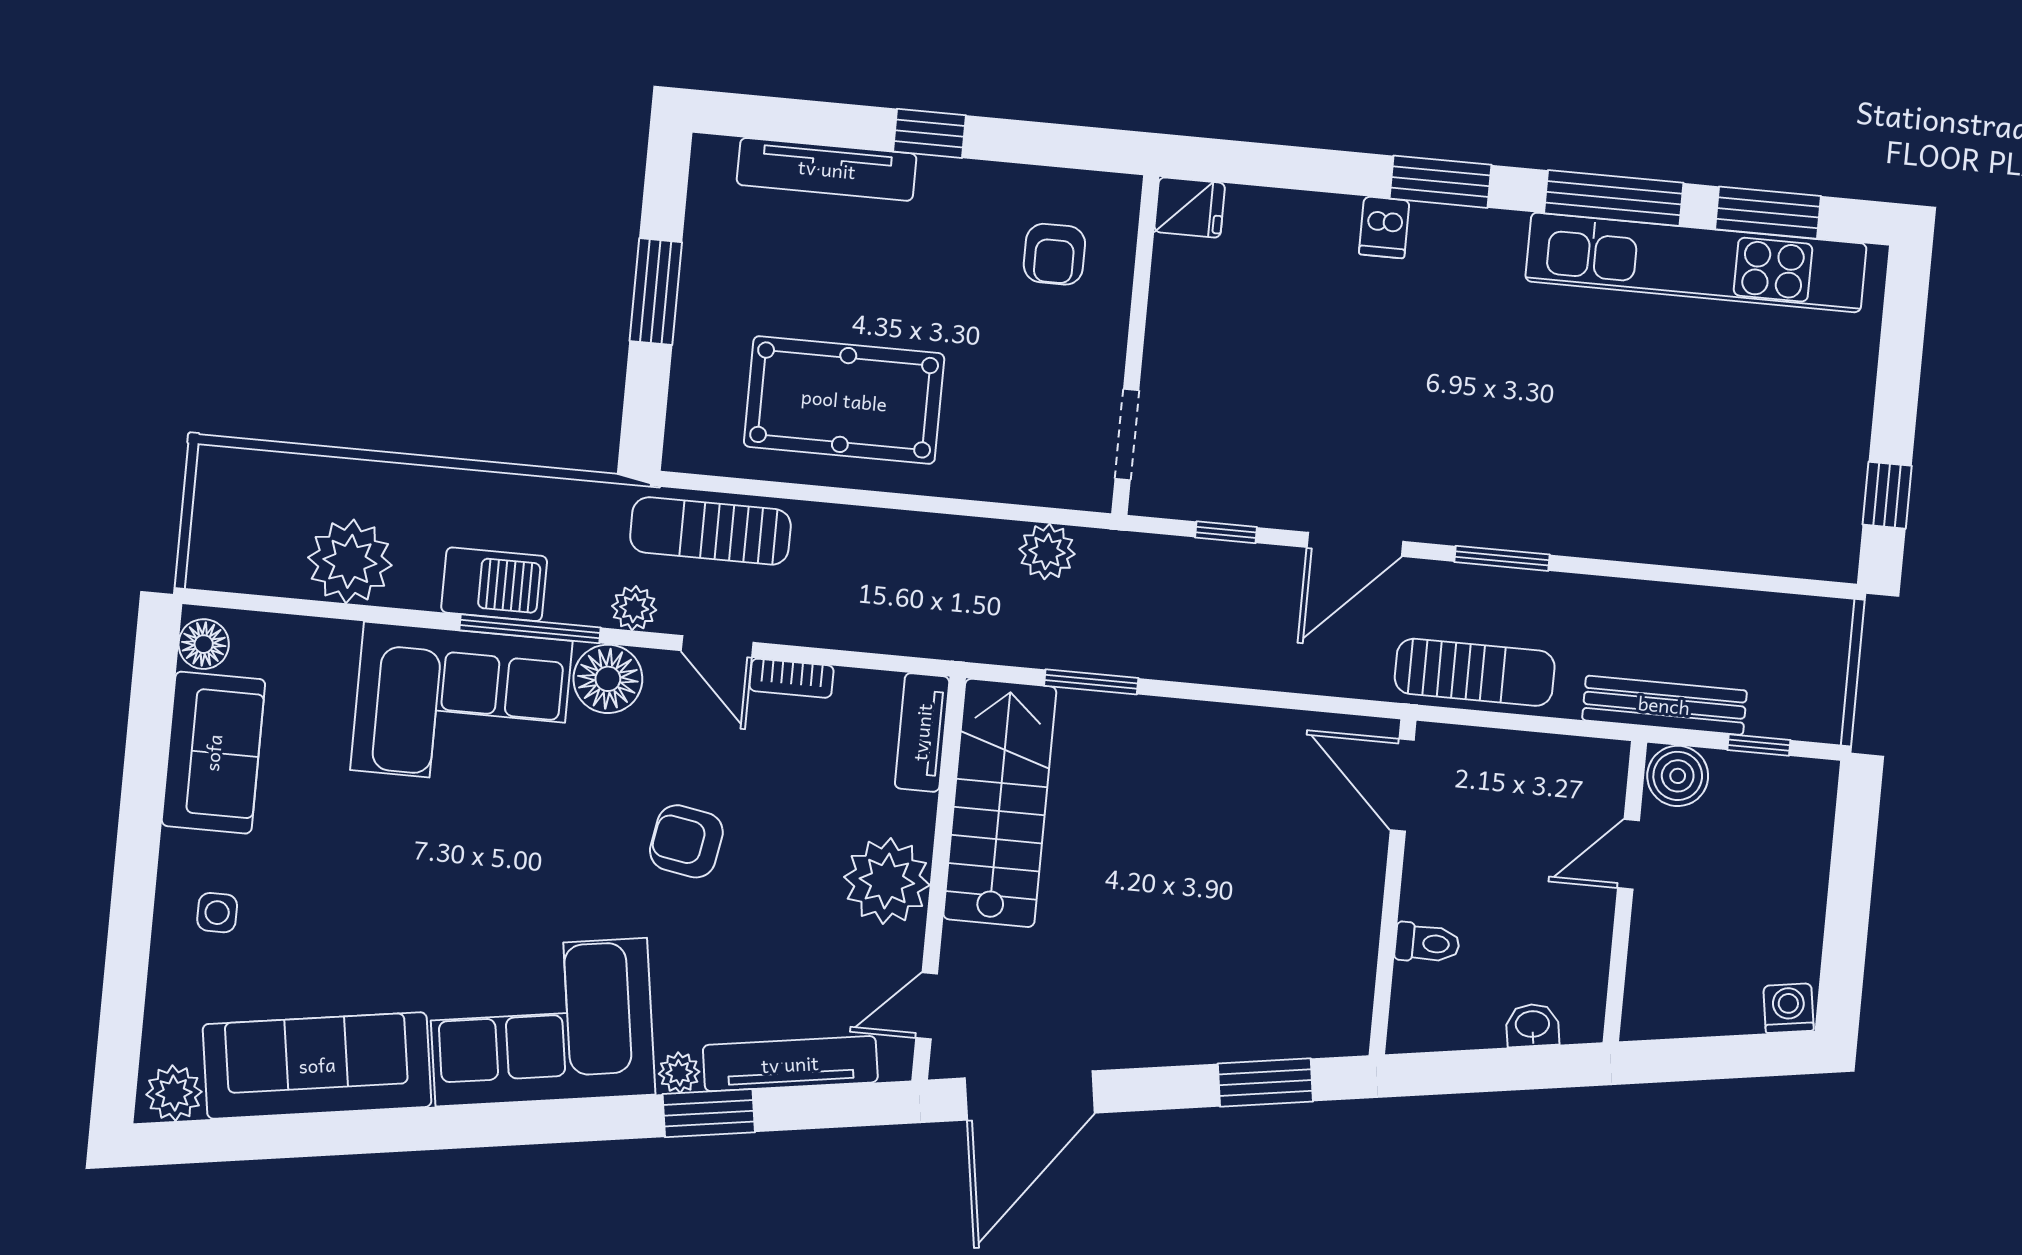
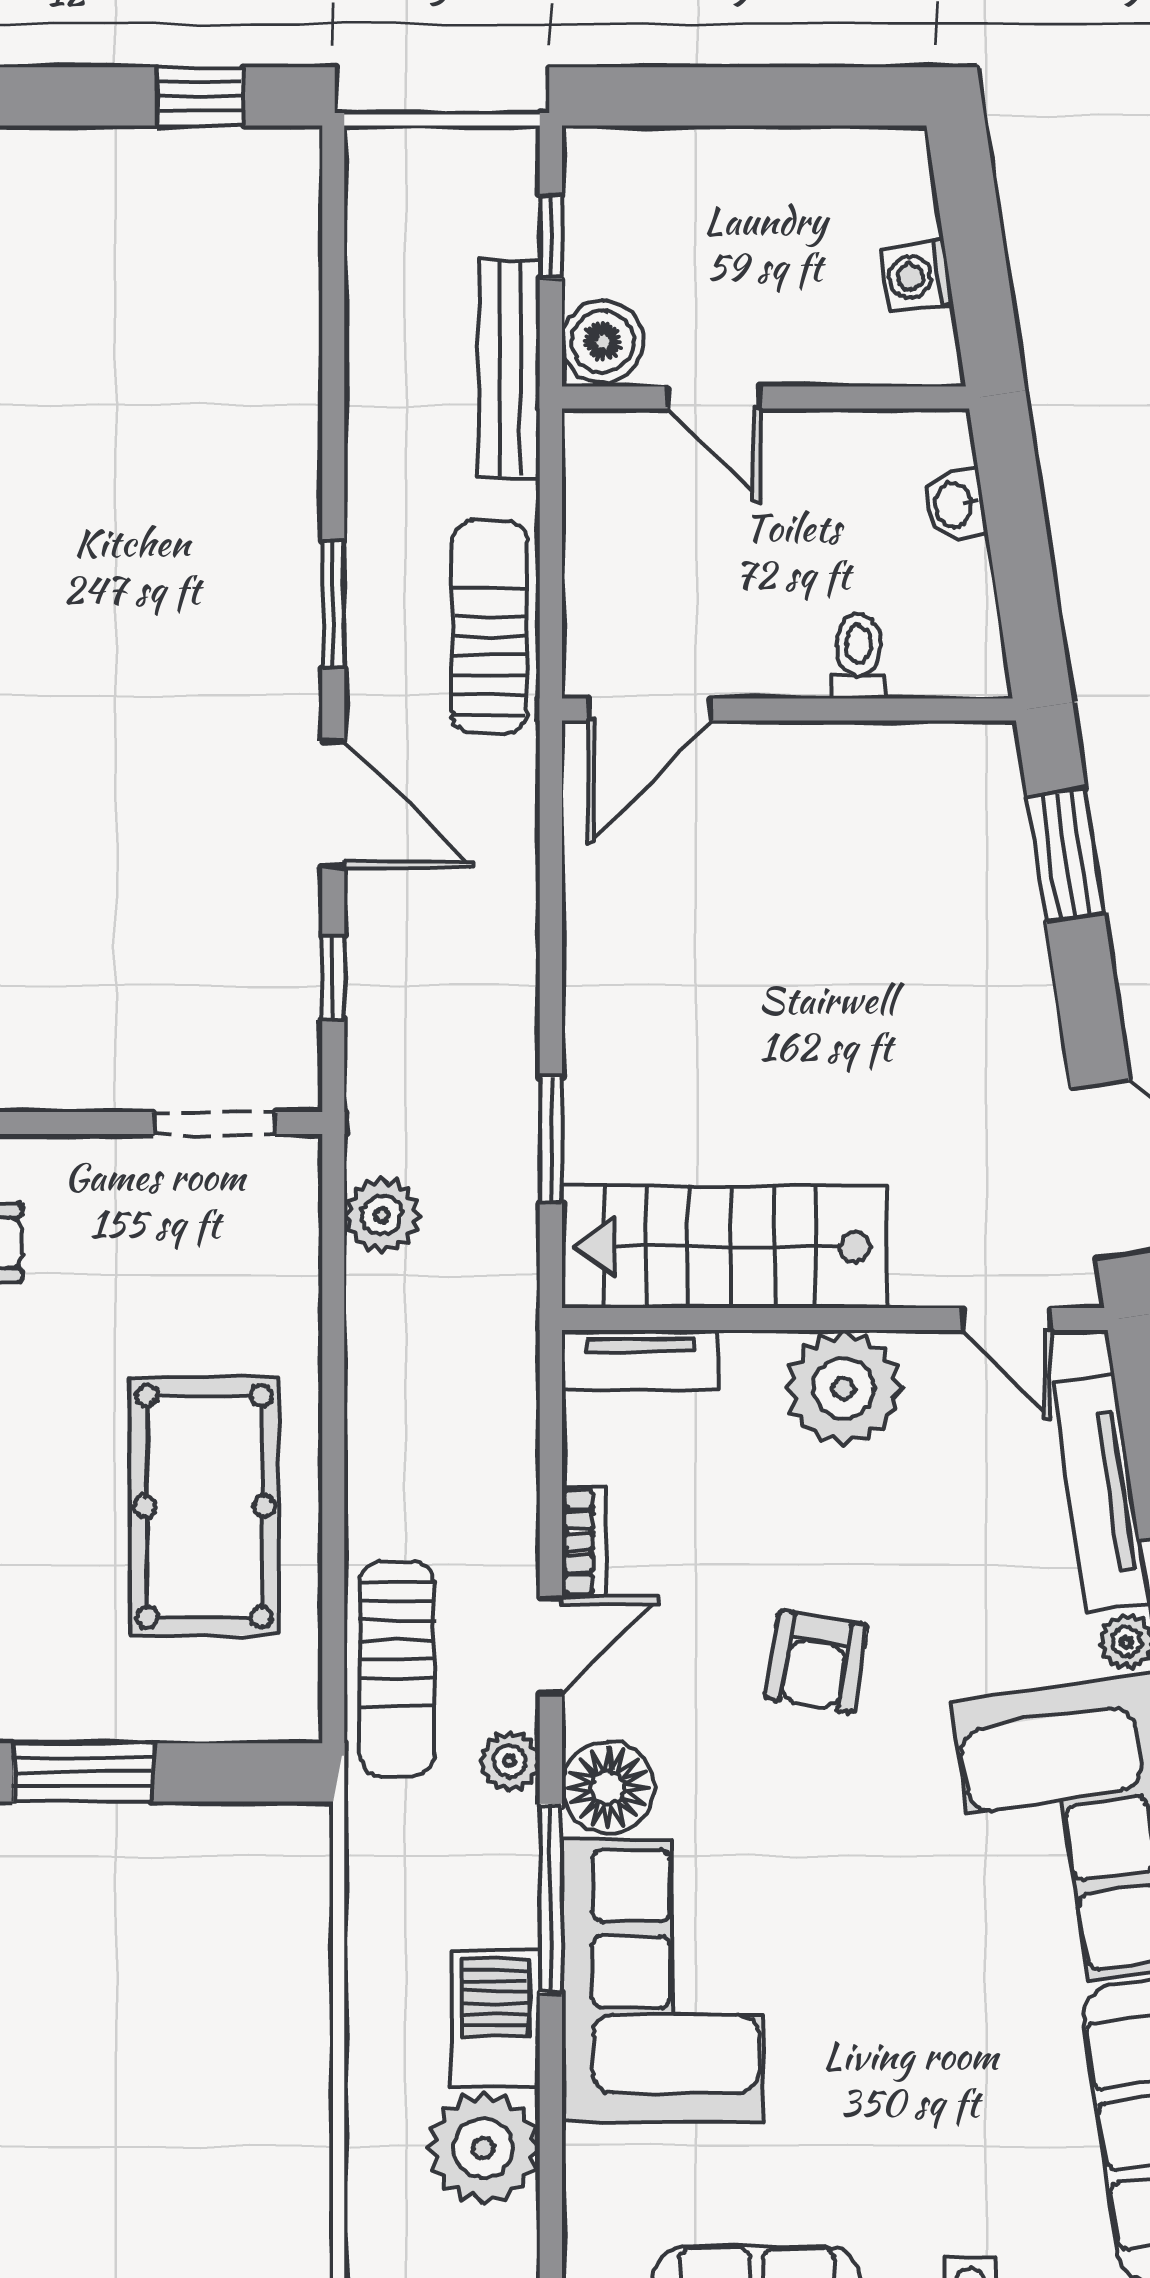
barbecue: (494, 584) -> (496, 2018), moved
washing machine: (1789, 1008) -> (917, 276), moved

